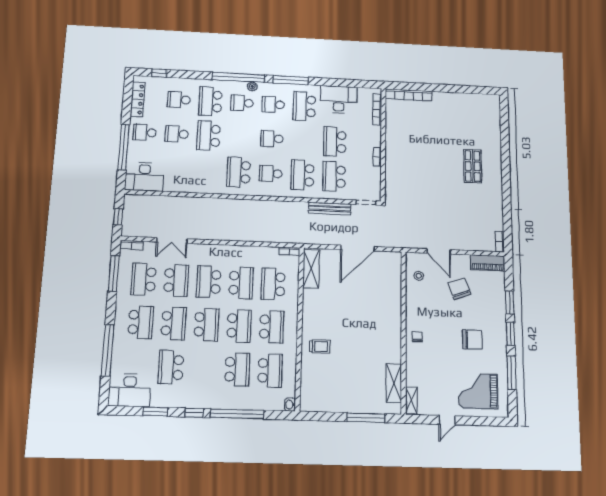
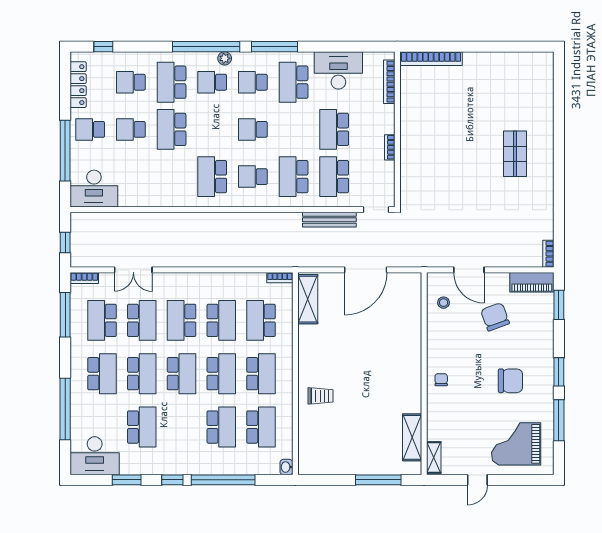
window: (510, 302) -> (559, 305), moved
school desk: (171, 367) -> (142, 427), turned 180

